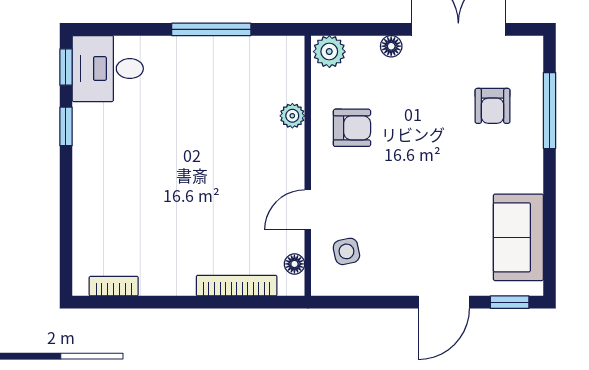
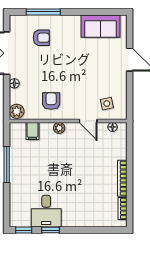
desk: (108, 69) -> (46, 211), moved
filing cabinet: (285, 87) -> (33, 131), added
plant: (292, 116) -> (59, 128), moved
bookcase: (237, 286) -> (122, 178), moved
window: (510, 302) -> (130, 30), removed

